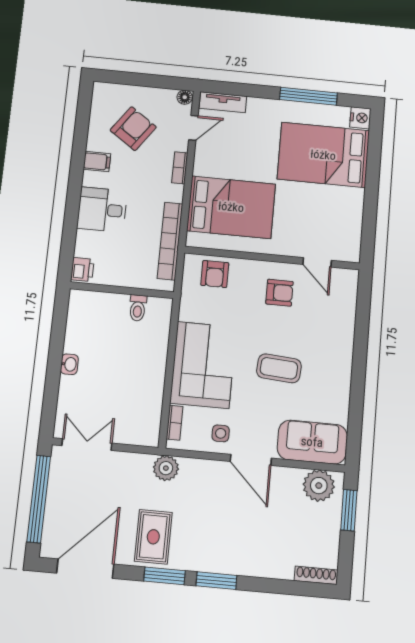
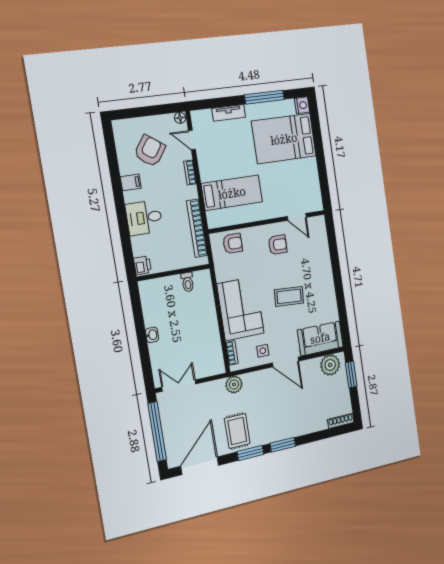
tv unit: (223, 102) -> (229, 113), moved
door: (193, 128) -> (192, 140), swing flipped
bed: (231, 207) -> (232, 193), width x0.67
armchair: (215, 274) -> (233, 243), turned -90

